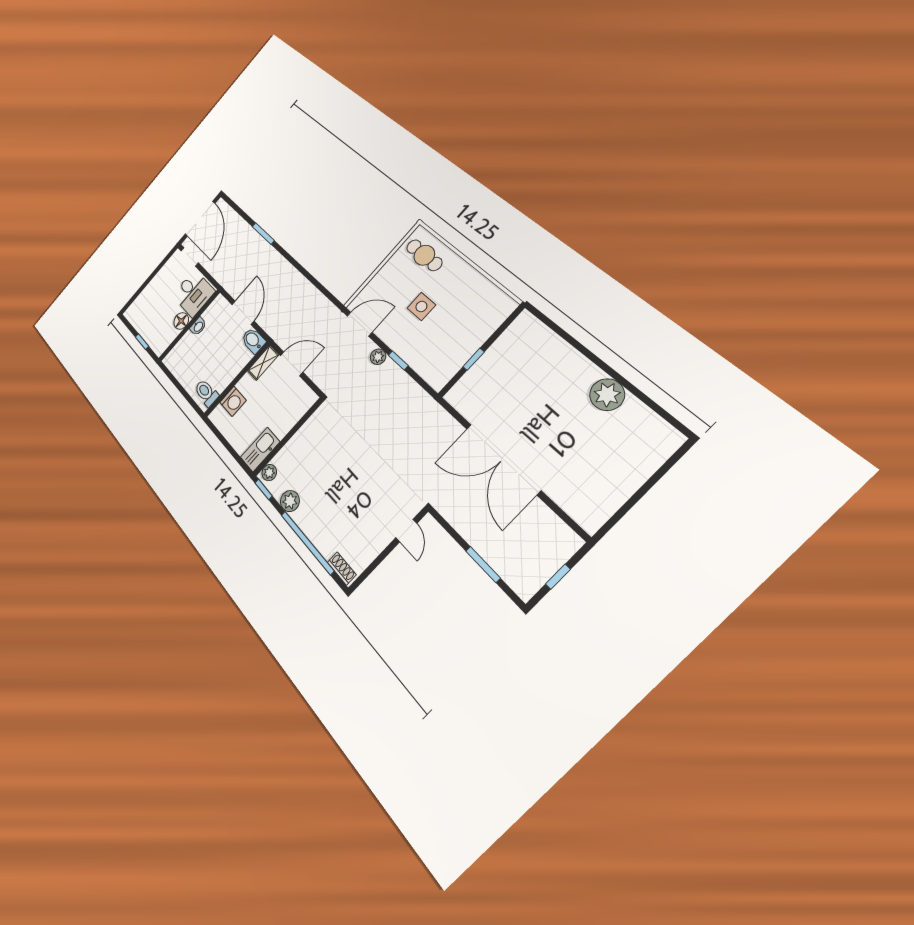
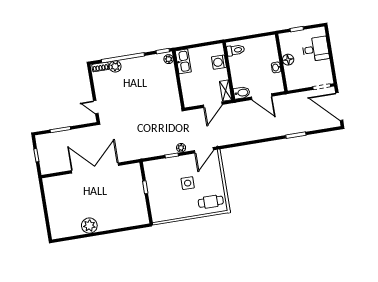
desk: (194, 293) -> (316, 49), moved, turned 180
plant: (290, 501) -> (115, 66), moved

